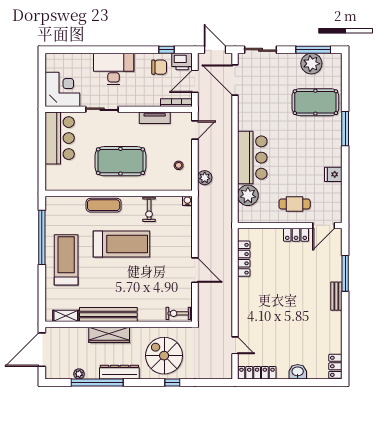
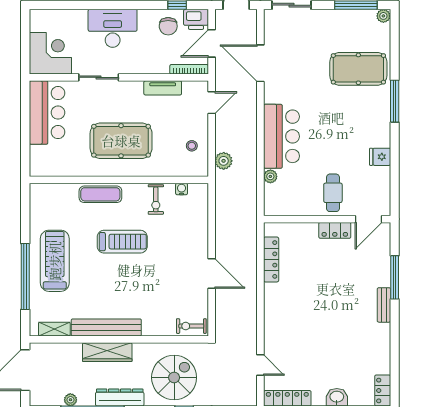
plant: (311, 64) -> (383, 16), moved, width x0.53, depth x0.53
chair: (159, 67) -> (168, 26), turned 90
door: (235, 80) -> (260, 63), moved
plant: (248, 195) -> (270, 176), width x0.53, depth x0.53
water cooler: (187, 201) -> (182, 189), moved
cafe table: (295, 204) -> (333, 193), turned 90
window: (42, 237) -> (25, 276), moved
treadmill: (121, 244) -> (122, 242), width x0.73, depth x0.73
spiral stairs: (164, 356) -> (174, 377), turned 90

